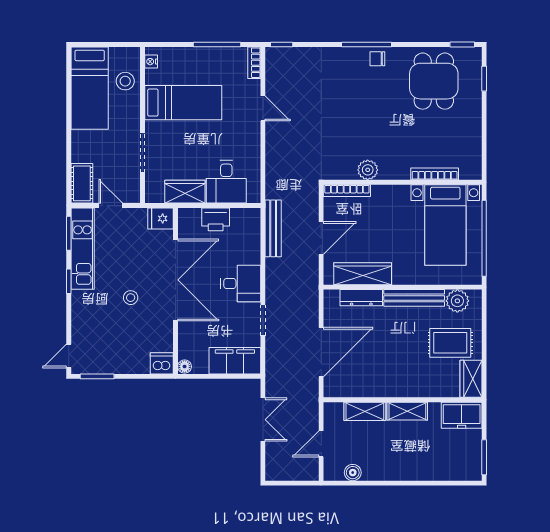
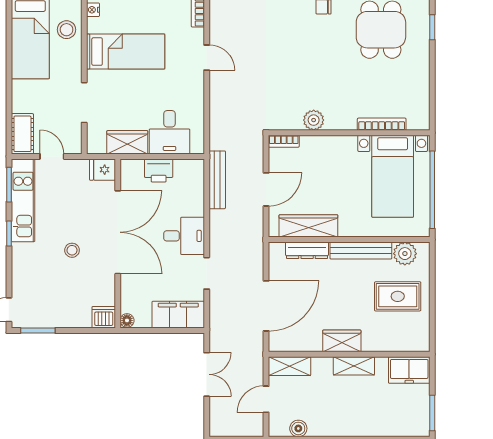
bookcase: (347, 191) -> (284, 141), width x0.64
wardrobe: (471, 379) -> (342, 341), moved, turned 90
shelving: (365, 411) -> (290, 366), moved

